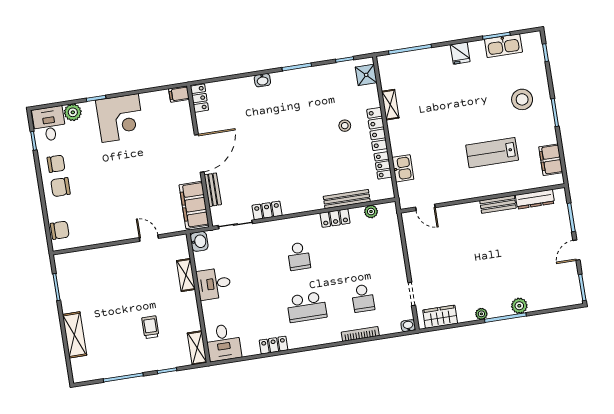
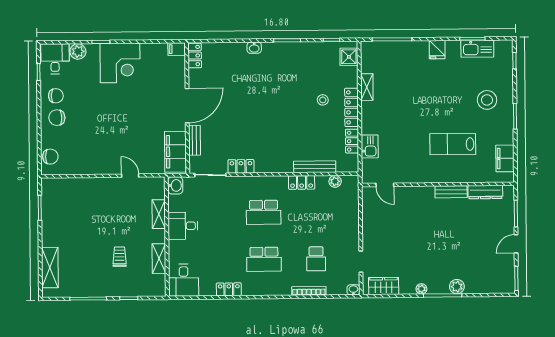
school desk: (299, 256) -> (264, 212), width x1.85
shelving: (75, 335) -> (50, 268), moved
shelving: (197, 348) -> (159, 259), moved

